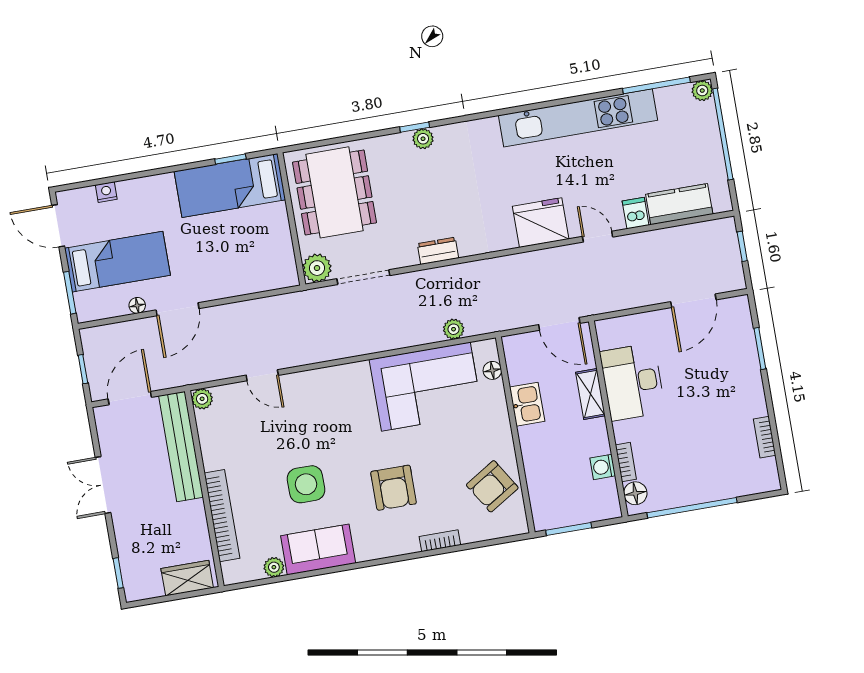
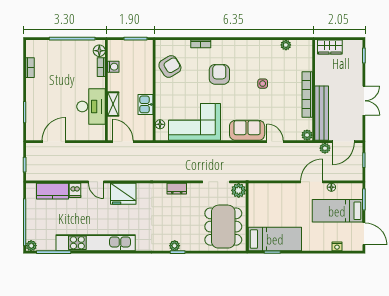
plant: (454, 329) -> (325, 148), moved
side table: (306, 484) -> (263, 84), width x0.54, depth x0.54
bookcase: (222, 516) -> (307, 95), moved
sofa: (318, 549) -> (247, 130), moved, turned 180

